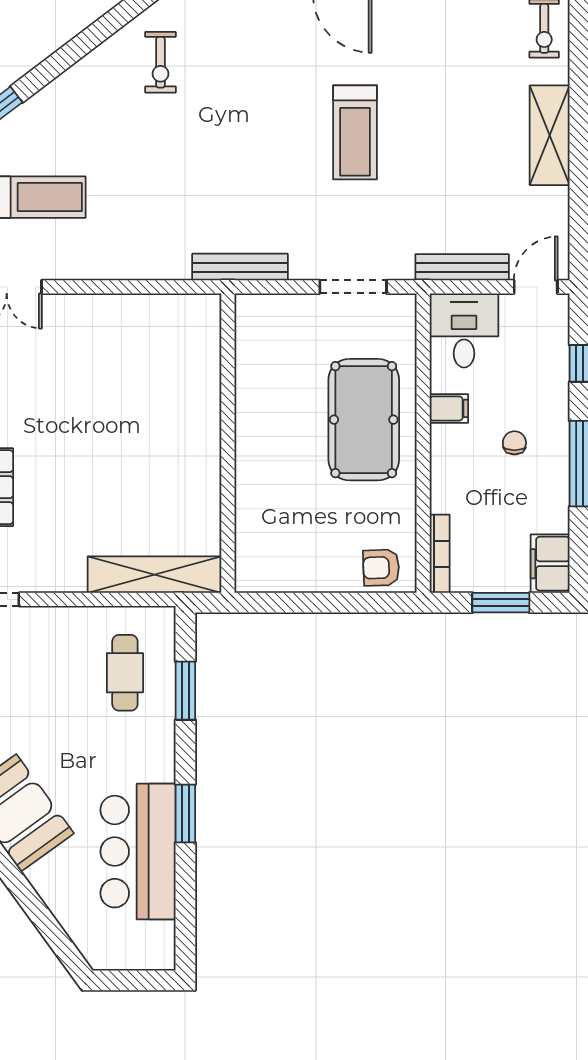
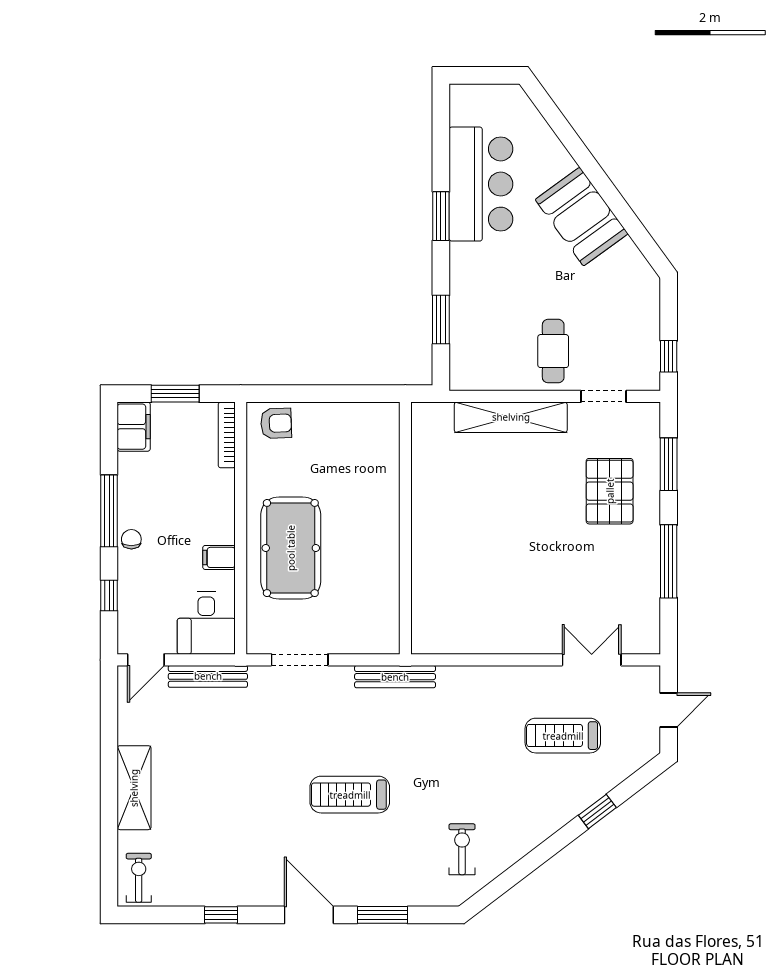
treadmill: (355, 132) -> (350, 795), moved, turned -90
chair: (514, 443) -> (131, 539), moved, turned 180
shelving: (154, 575) -> (511, 417), moved
cafe table: (125, 673) -> (553, 351), moved

